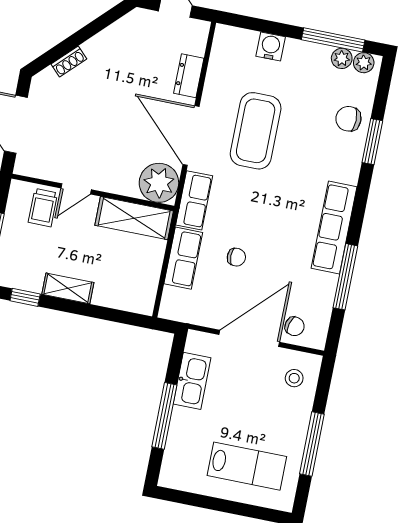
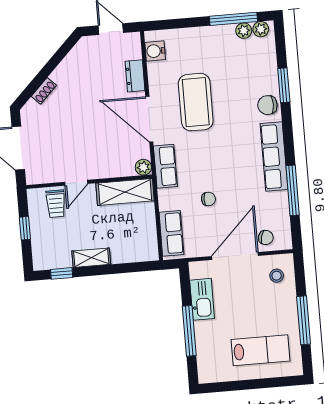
water cooler: (271, 46) -> (155, 51), moved, turned -90
chair: (348, 119) -> (267, 105), moved
plant: (159, 183) -> (143, 167), width x0.53, depth x0.53
row of seats: (183, 258) -> (171, 233), moved

